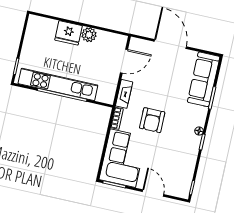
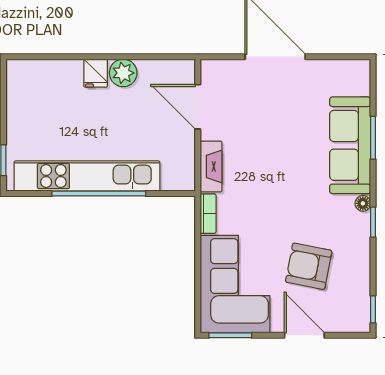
fridge: (69, 33) -> (96, 73), width x0.53, depth x0.75
door: (124, 61) -> (198, 107), swing flipped
sofa: (204, 79) -> (350, 145), moved
armchair: (152, 120) -> (309, 266), moved, turned 101

